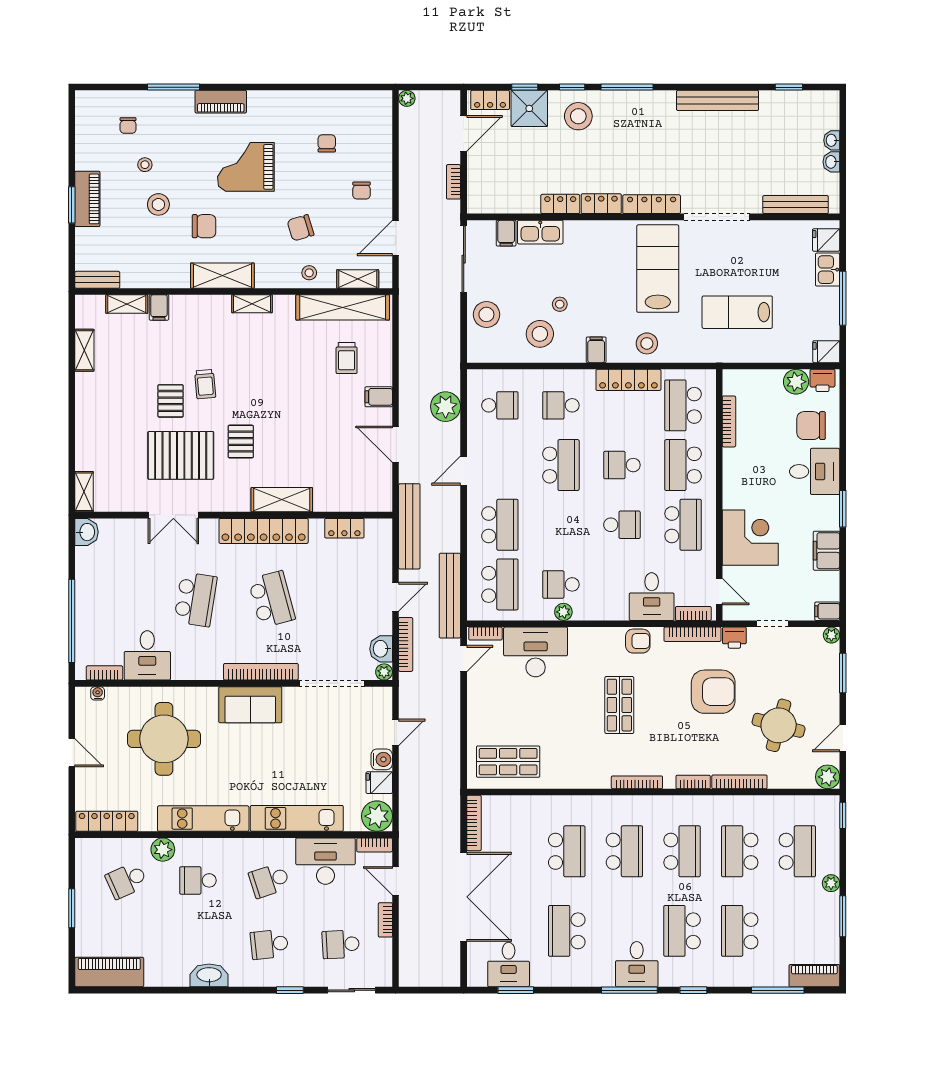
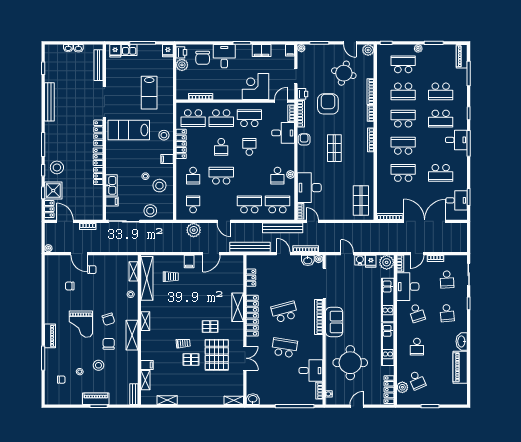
chair: (301, 228) -> (108, 319), moved
door: (395, 238) -> (79, 254), moved
shop shelf: (619, 705) -> (334, 148), turned 90
plant: (163, 850) -> (402, 387), moved
piano: (109, 972) -> (460, 367), moved

